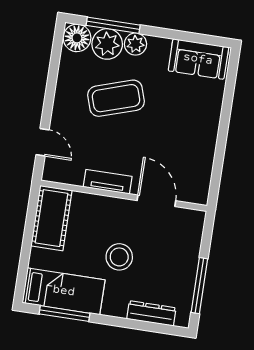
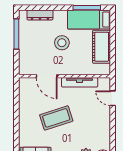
coffee table: (116, 98) -> (56, 118), moved
tv unit: (108, 182) -> (80, 82), width x1.41
cot: (52, 218) -> (102, 47), moved

